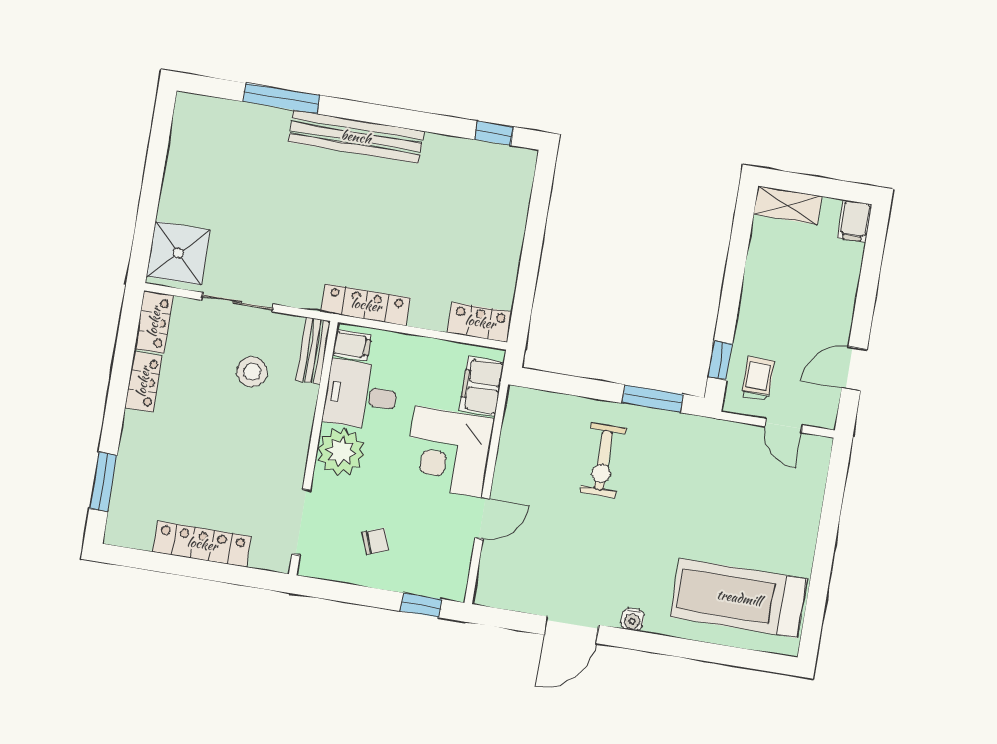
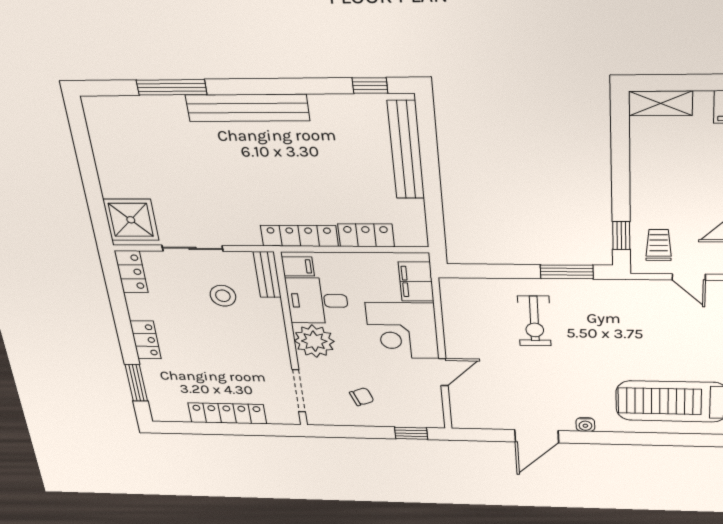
bench: (513, 216) -> (406, 150), added
locker: (480, 322) -> (366, 235), moved
locker: (143, 382) -> (145, 340), moved

